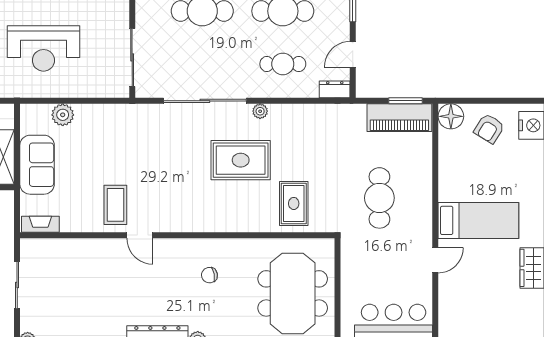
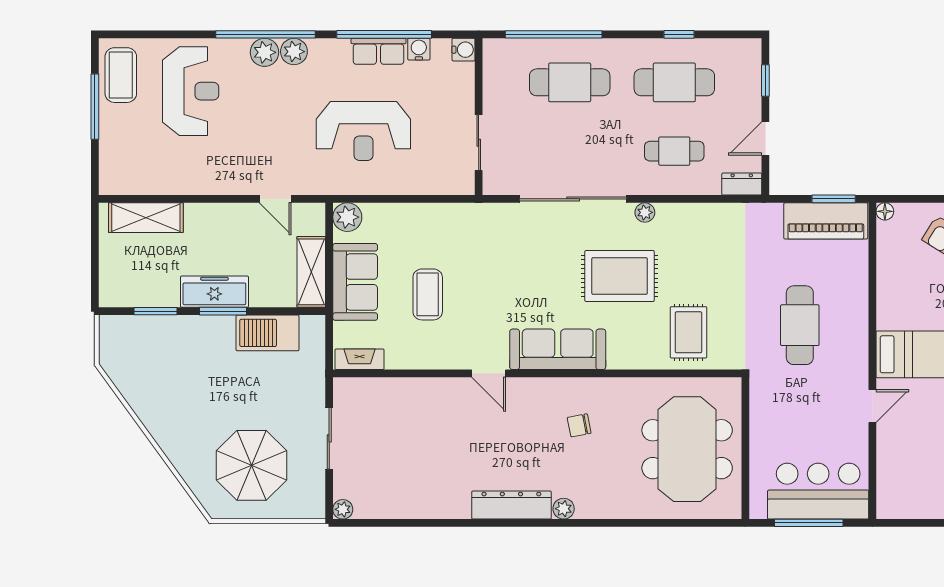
sliding door: (132, 57) -> (479, 143), width x0.73
plant: (63, 115) -> (347, 217), moved
floor lamp: (451, 116) -> (885, 211), width x0.53, depth x0.53
coffee table: (115, 205) -> (428, 294), moved
sofa: (193, 217) -> (558, 349), added

